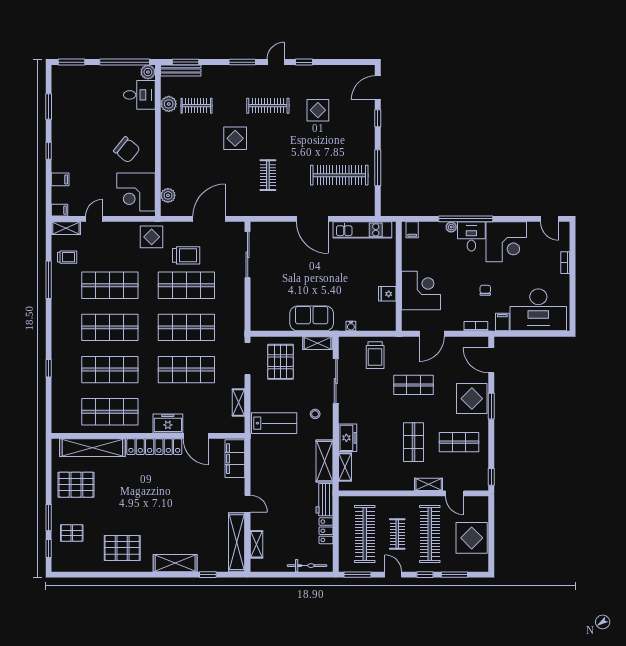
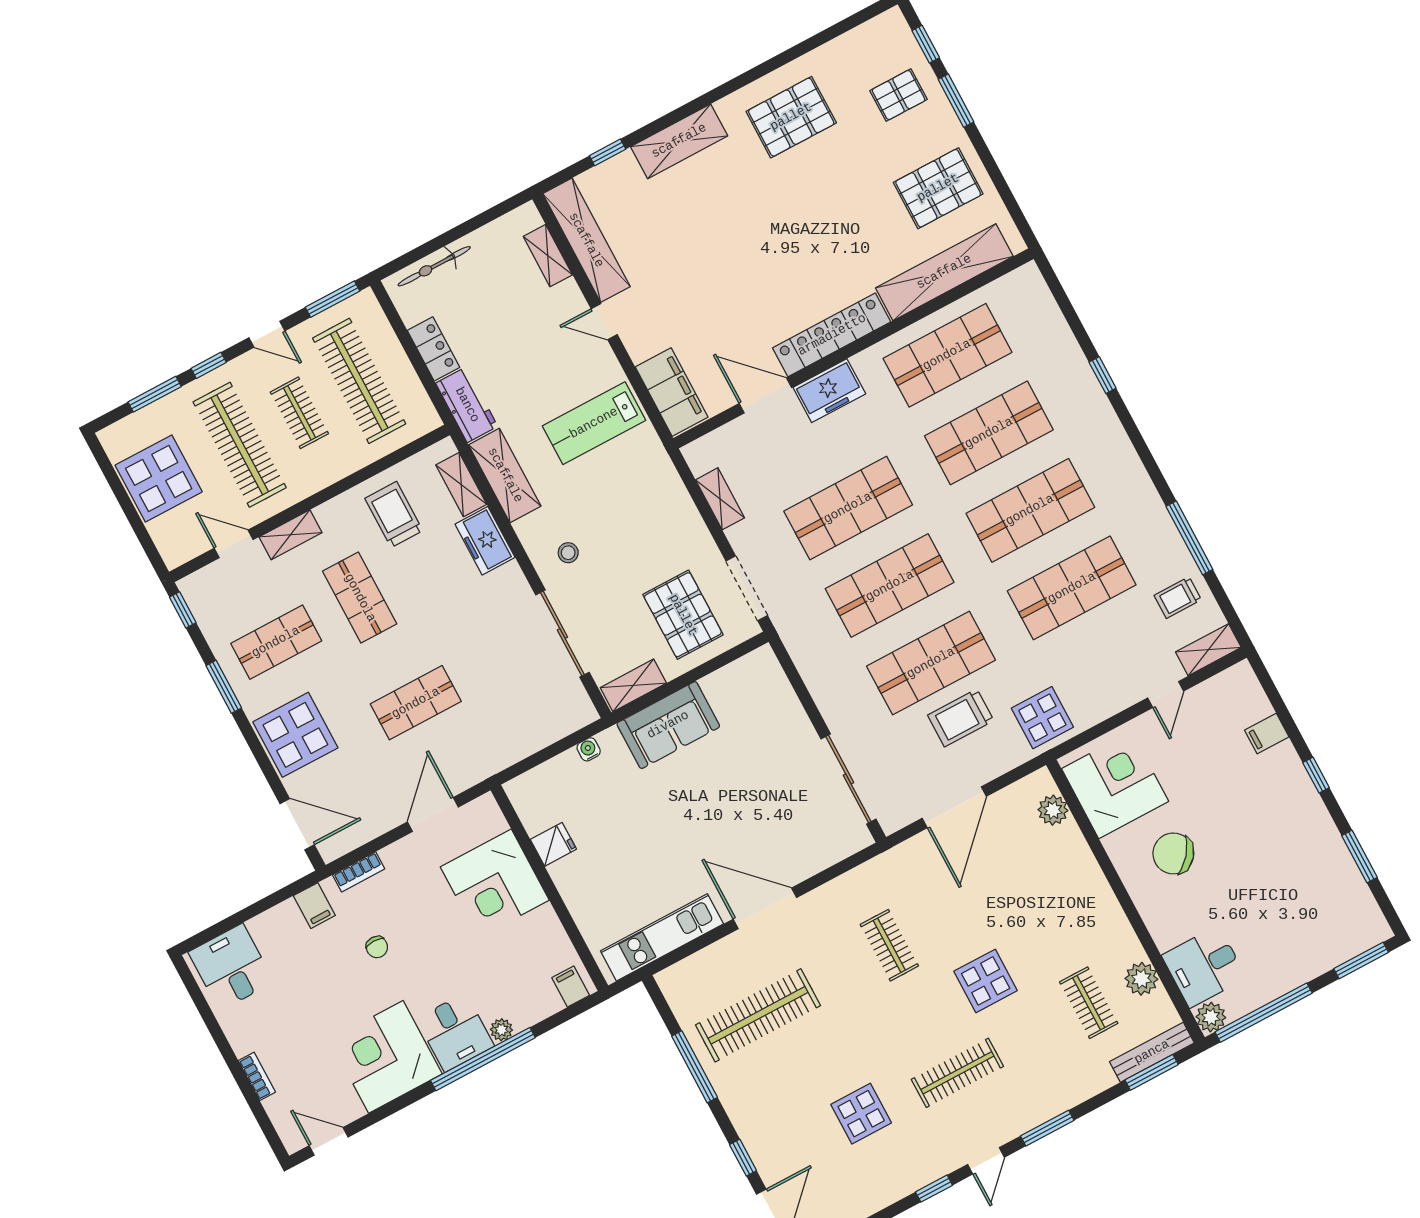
clothes rail: (196, 106) -> (1089, 1003), turned 90
filing cabinet: (59, 210) -> (1238, 677), removed
desk: (538, 310) -> (231, 967), width x0.53, depth x0.77
trolley: (375, 355) -> (394, 515), moved
window: (491, 406) -> (224, 687), moved
lab bench: (274, 423) -> (594, 423), moved

